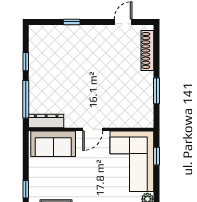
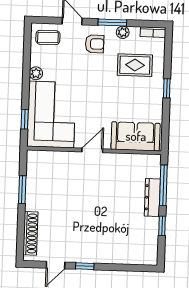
window: (72, 22) -> (85, 266), moved
dresser: (46, 121) -> (152, 197), moved, turned 90

